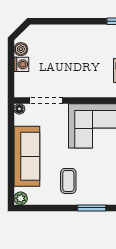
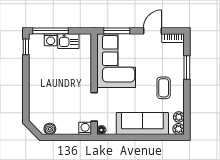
washing machine: (21, 64) -> (85, 128), moved
coffee table: (68, 181) -> (164, 88), turned 90
plant: (35, 199) -> (179, 117), added

